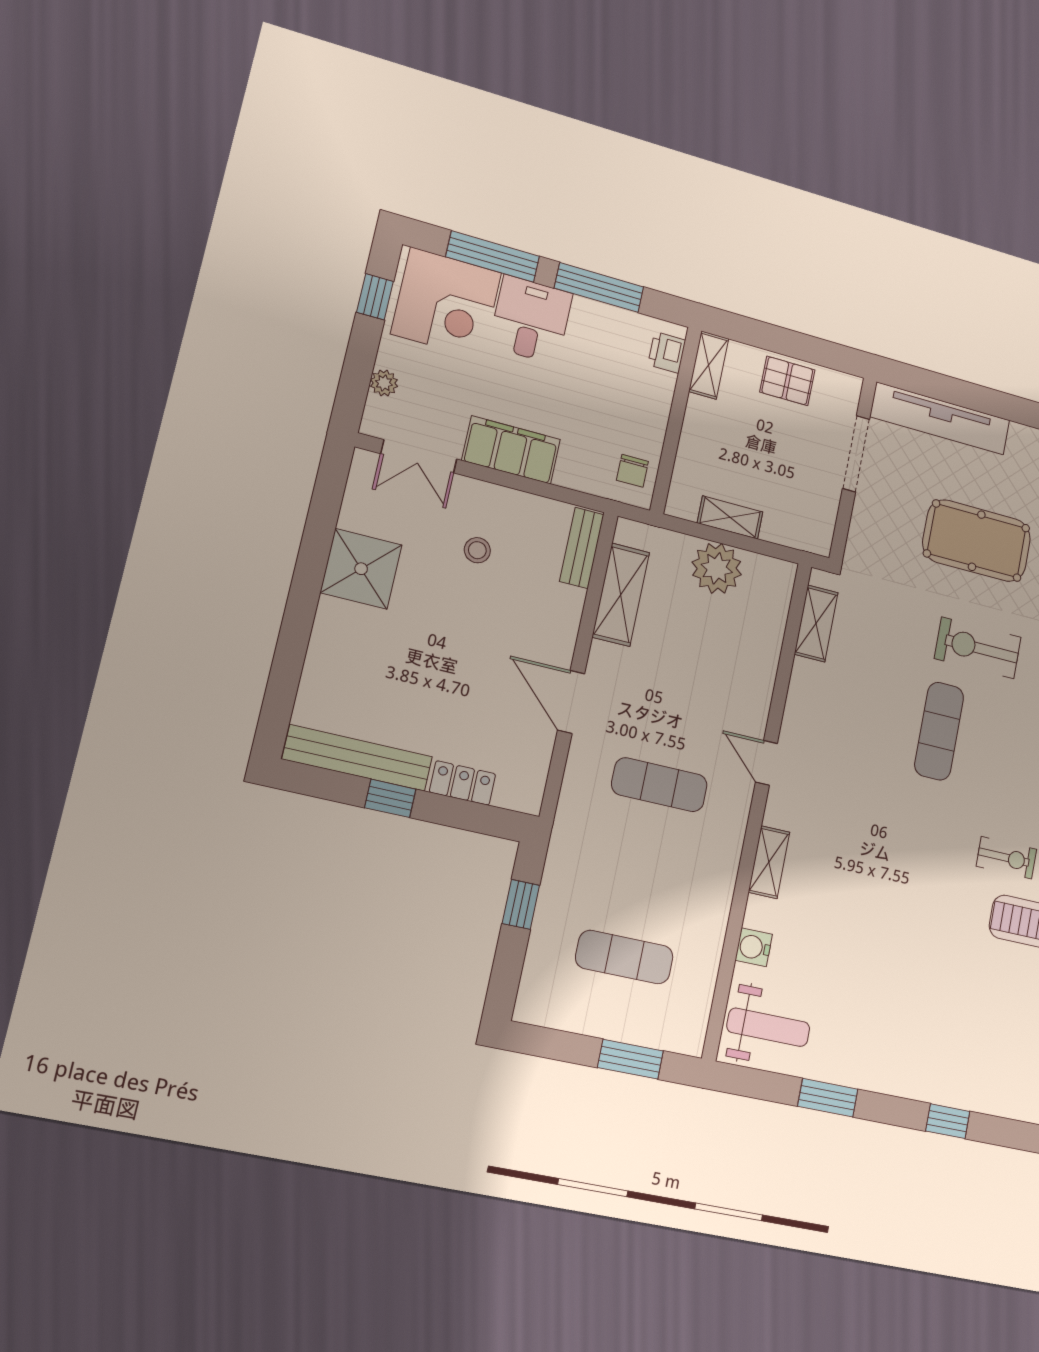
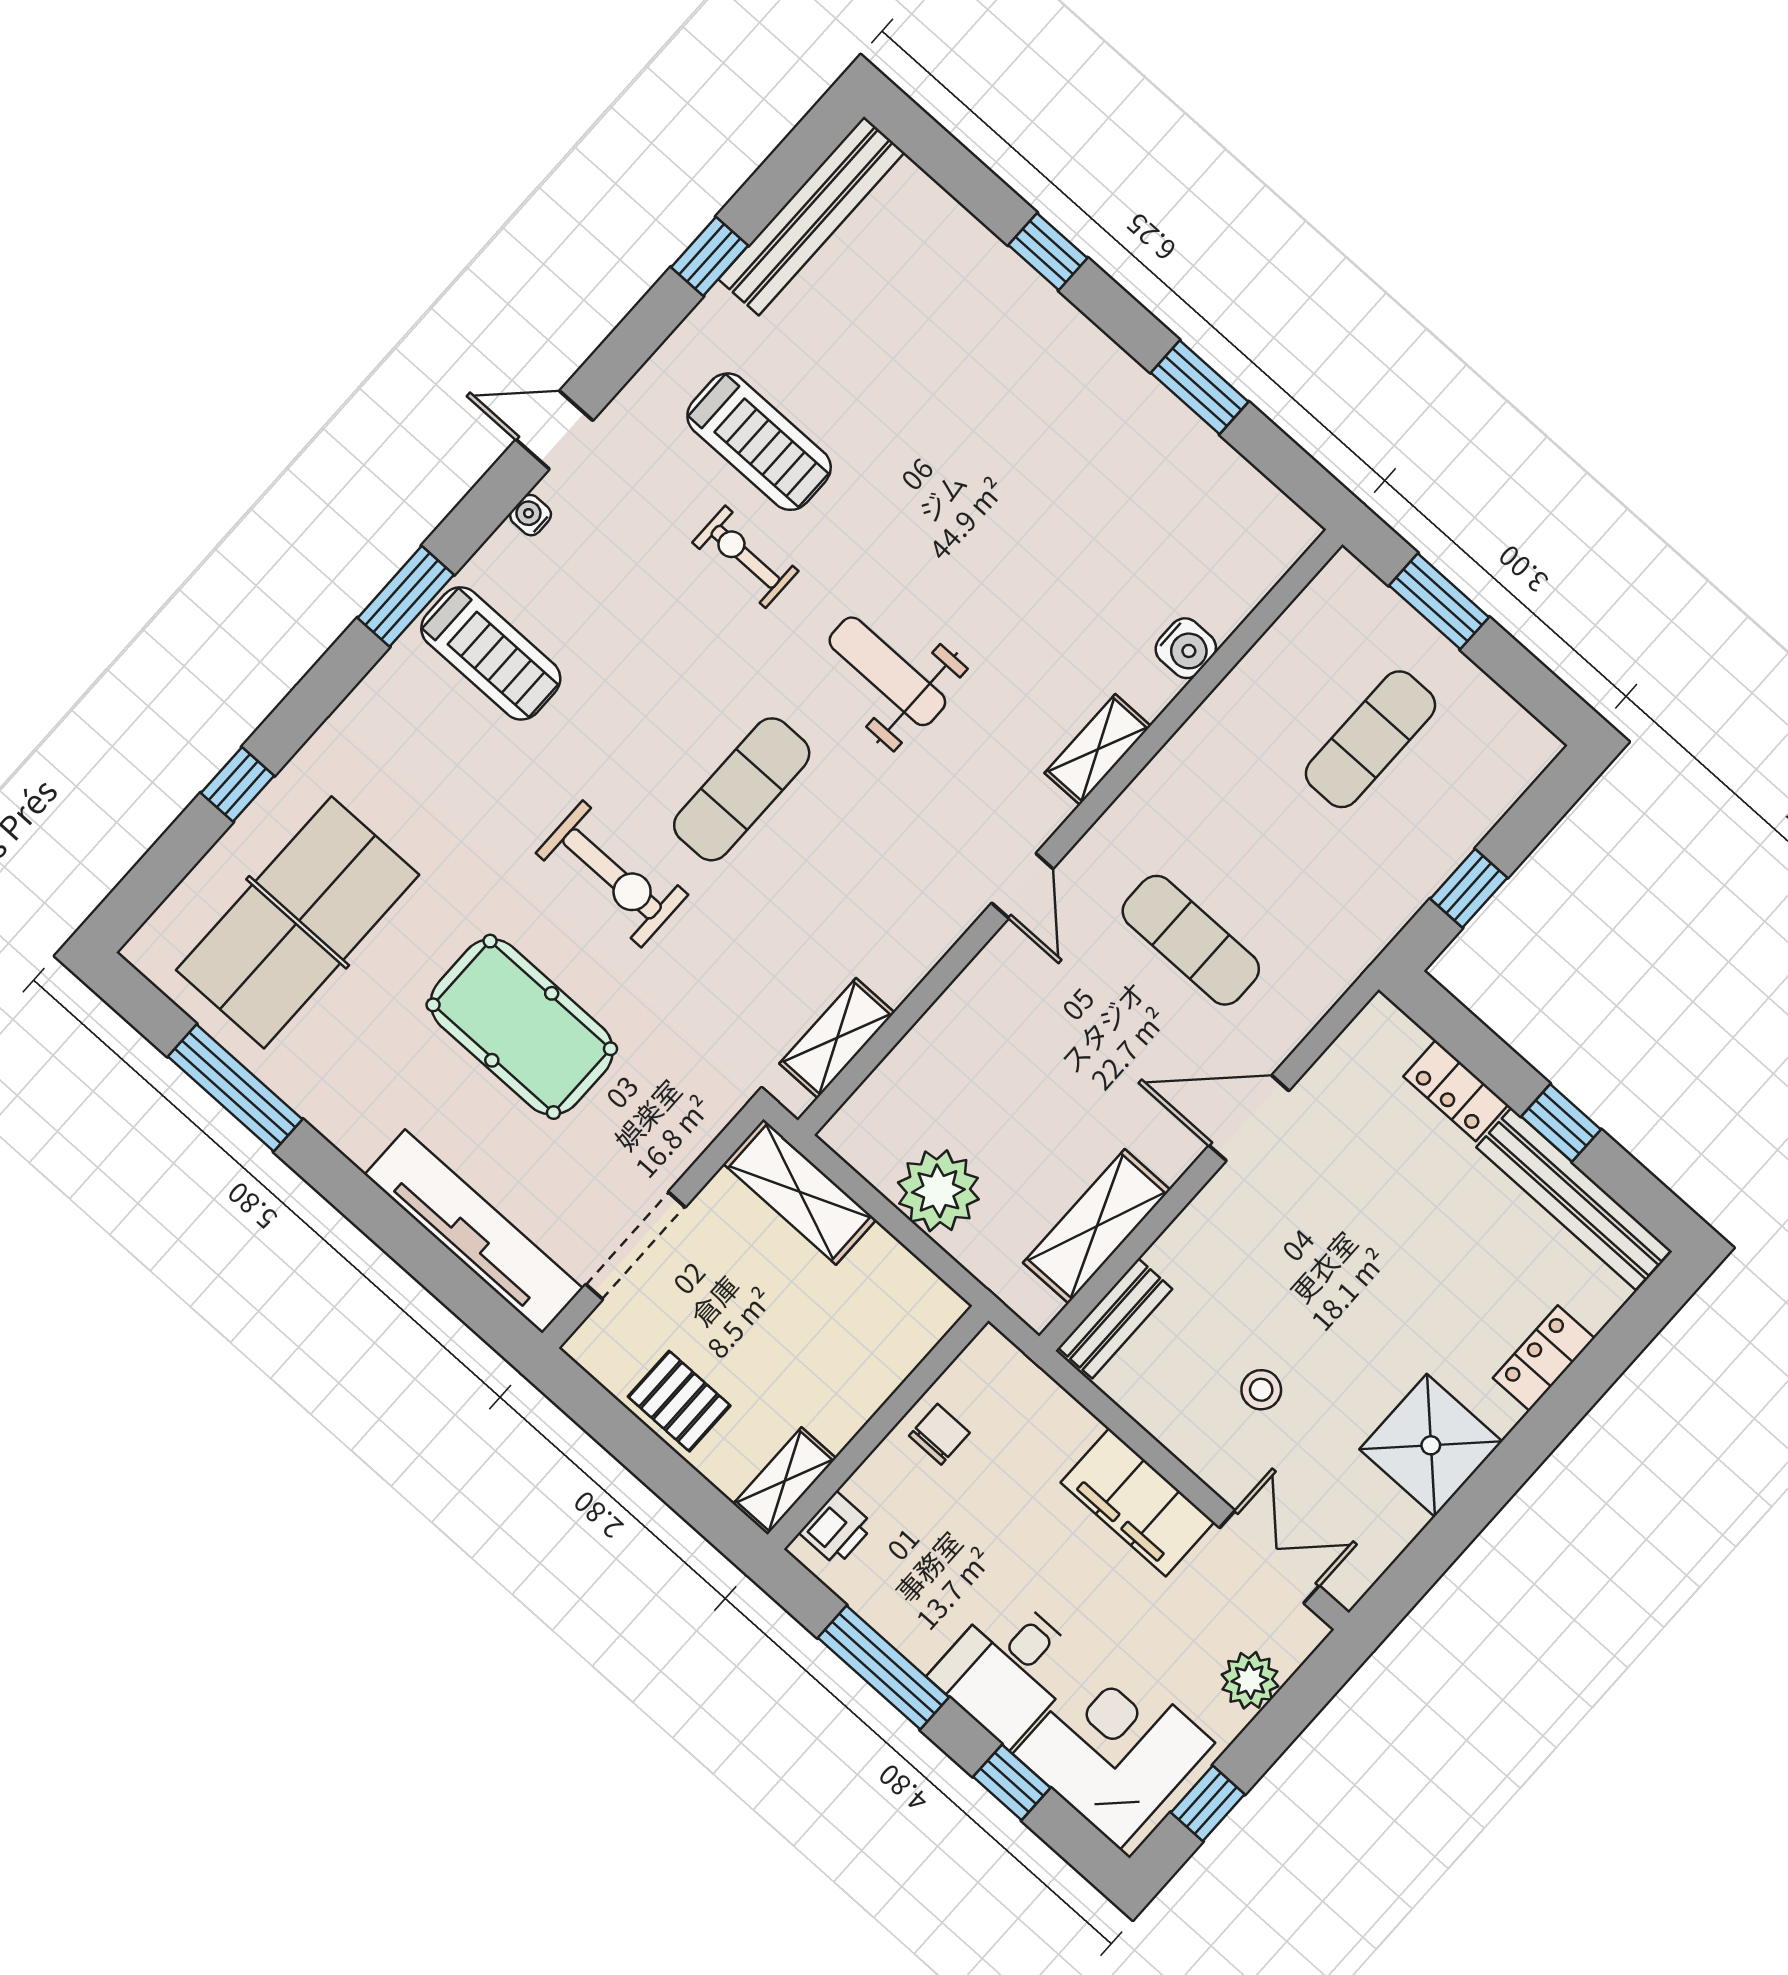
window: (493, 257) -> (1012, 1782), width x0.46
plant: (384, 383) -> (1250, 1680), width x1.38, depth x1.38
chair: (632, 471) -> (939, 1434), moved
shelving: (730, 517) -> (800, 1192), moved, width x1.50, depth x1.33
locker: (323, 655) -> (1544, 1358), added
door: (571, 702) -> (1249, 1118), swing flipped
exercise mat: (624, 957) -> (1370, 739), turned 90
weight bench: (768, 1027) -> (887, 671), moved

